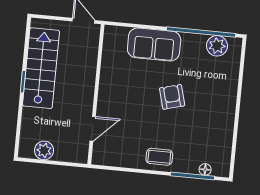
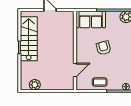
wall: (96, 94) -> (75, 51), moved
door: (93, 129) -> (75, 70), moved

